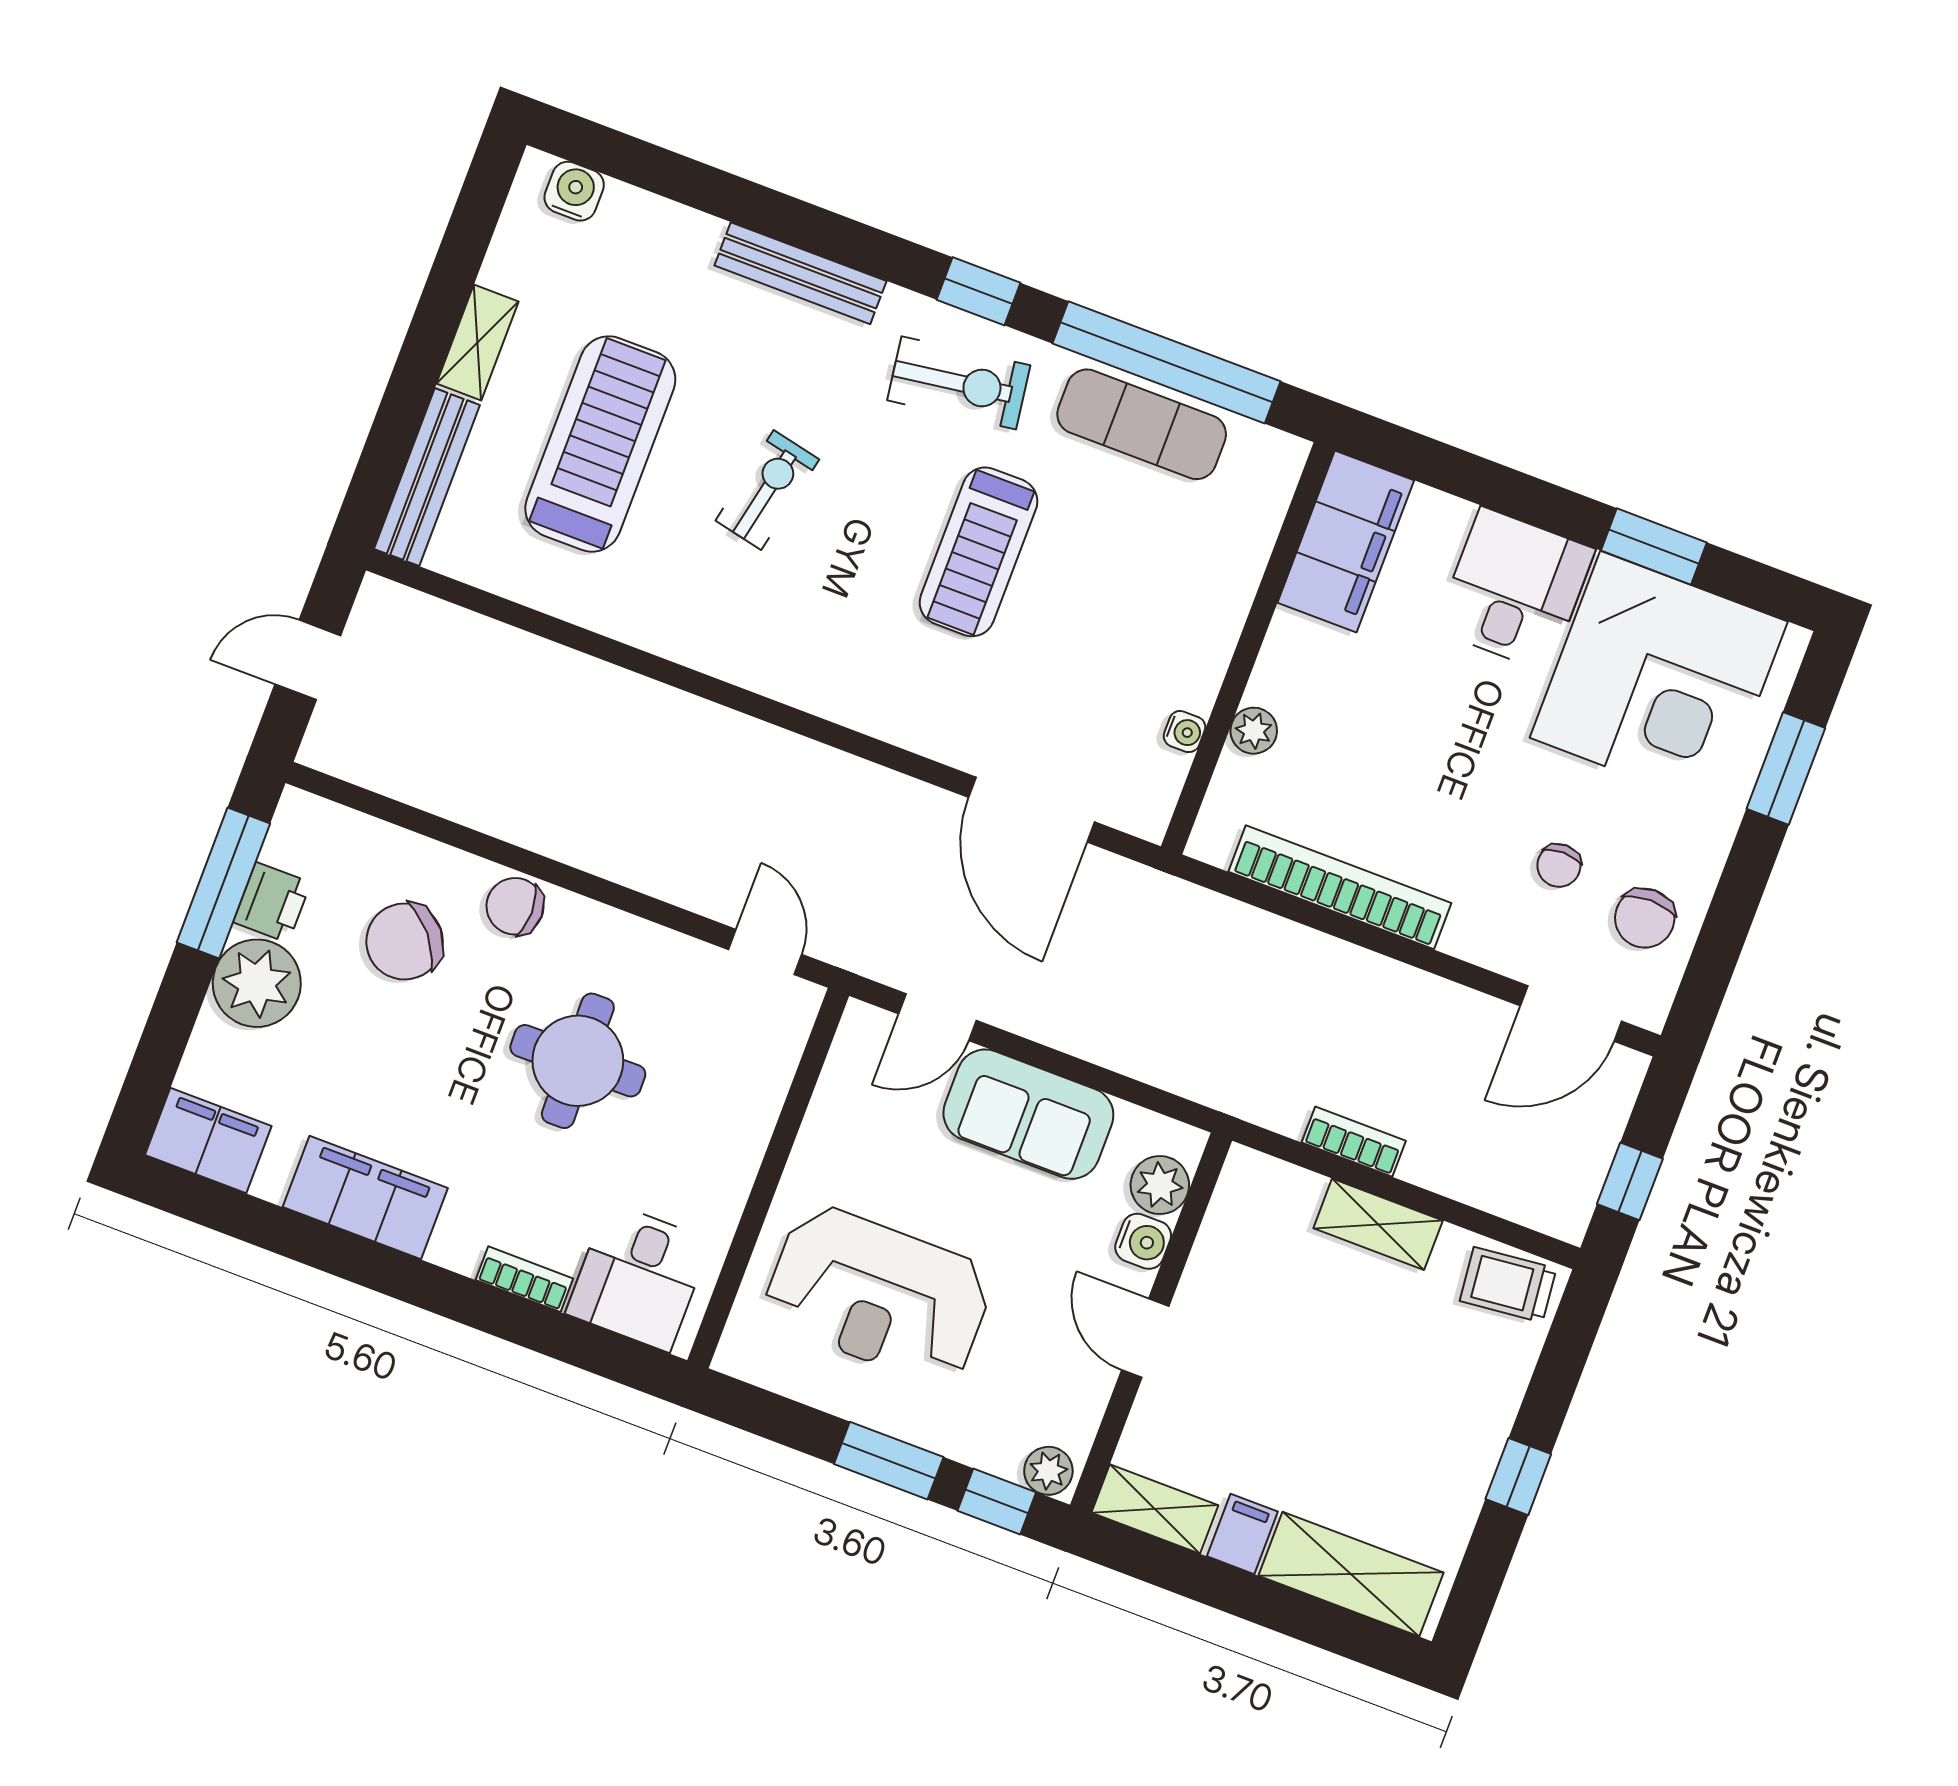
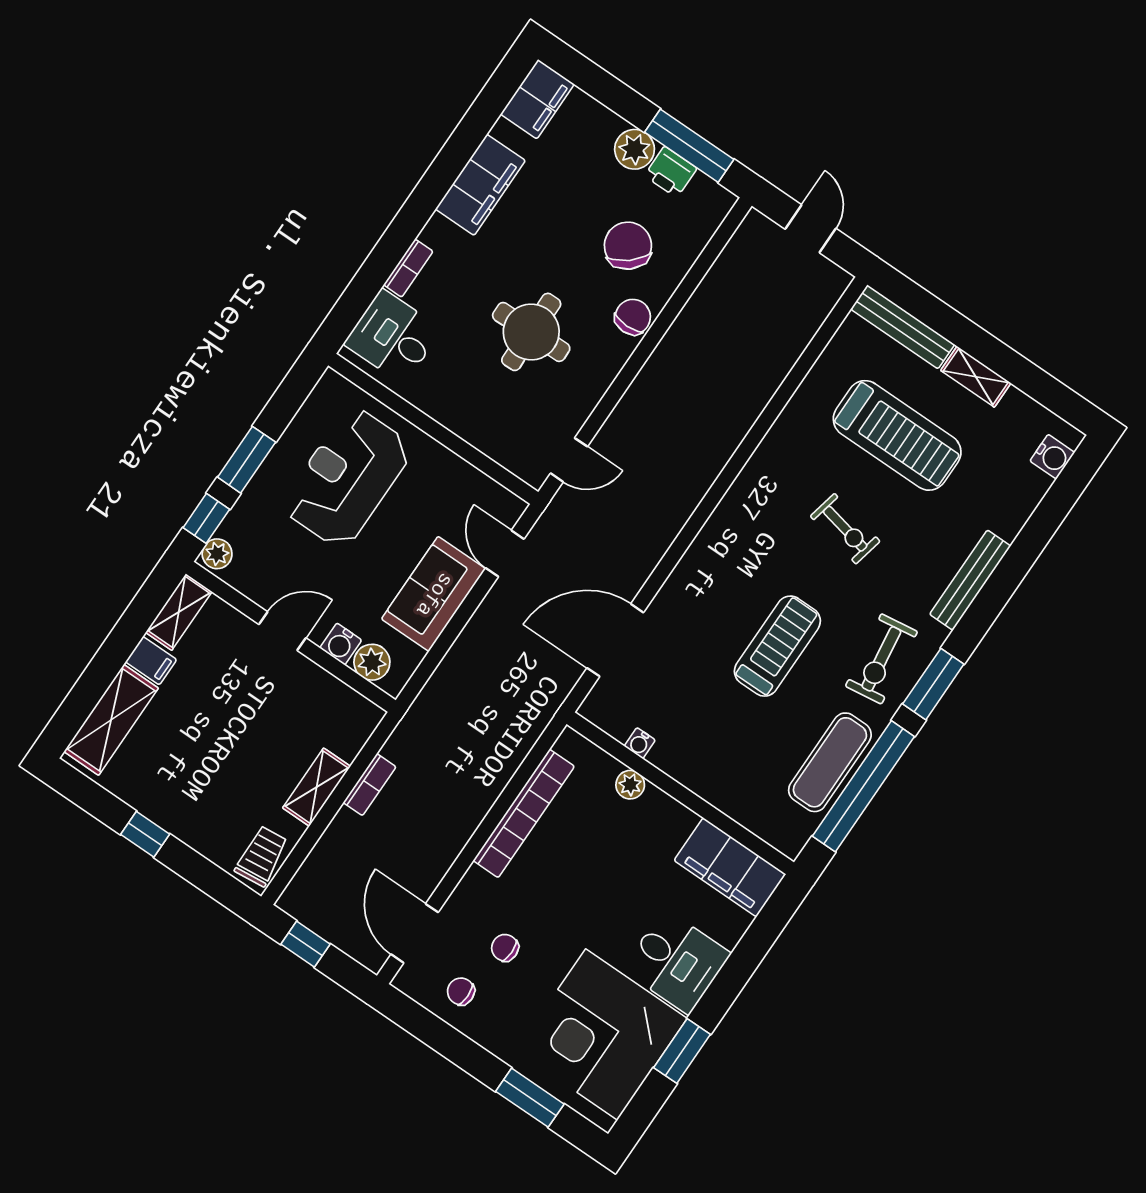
window: (979, 291) -> (933, 684), width x1.50
treadmill: (979, 552) -> (777, 646), turned 90
chair: (1645, 918) -> (461, 991), width x0.73, depth x0.73
plant: (257, 983) -> (635, 149), width x0.73, depth x0.73

